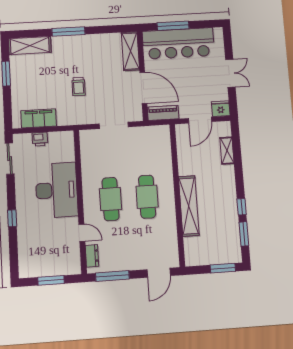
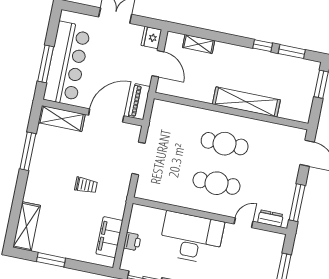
window: (68, 31) -> (28, 151), moved

